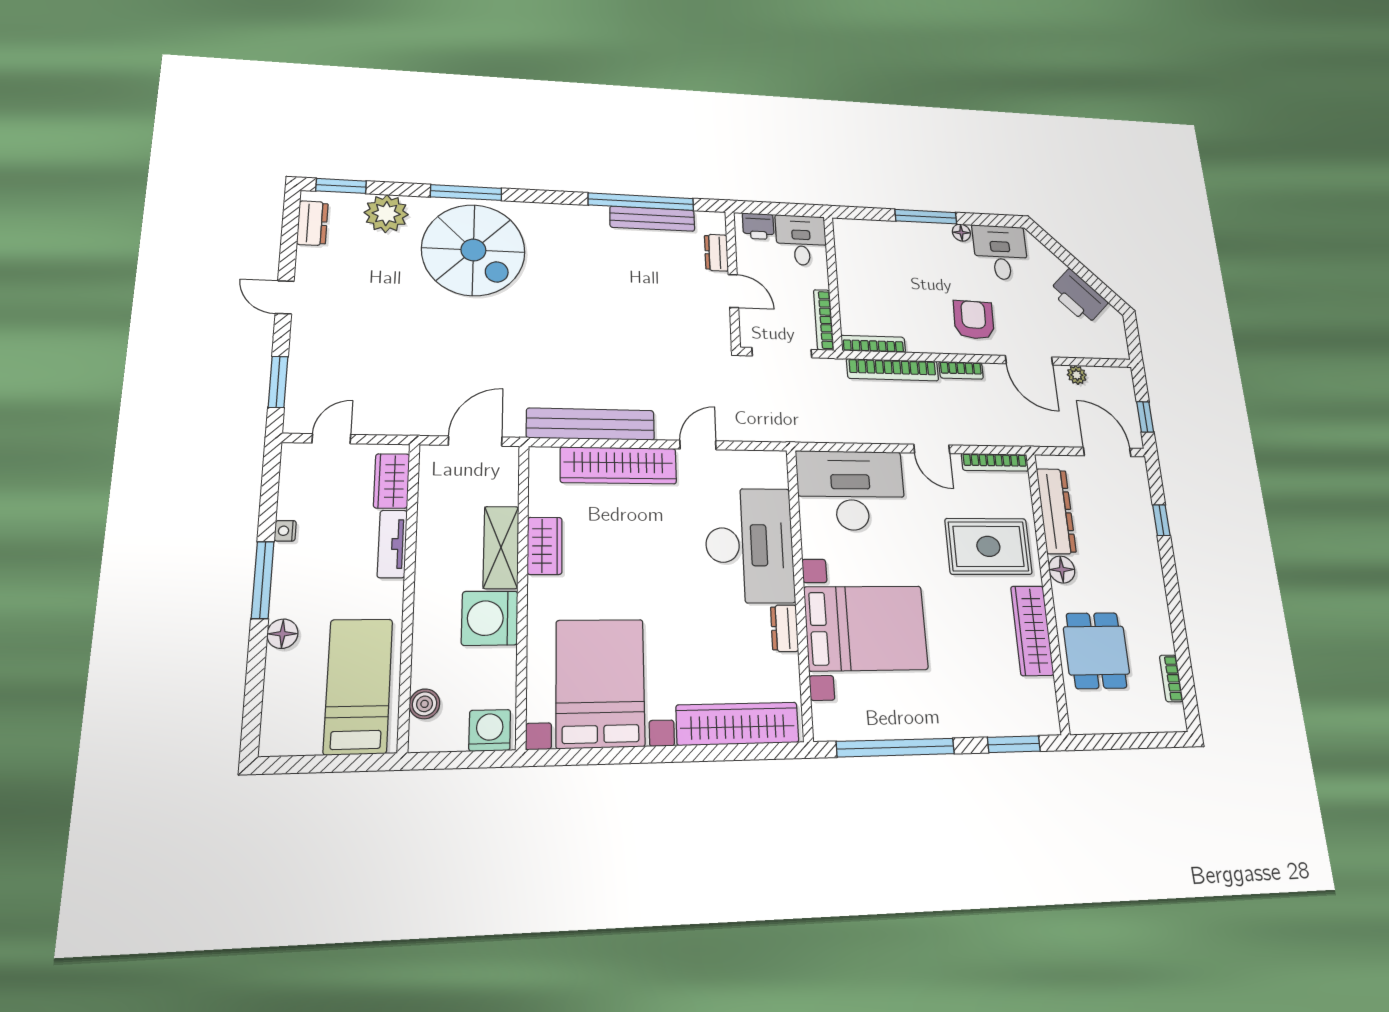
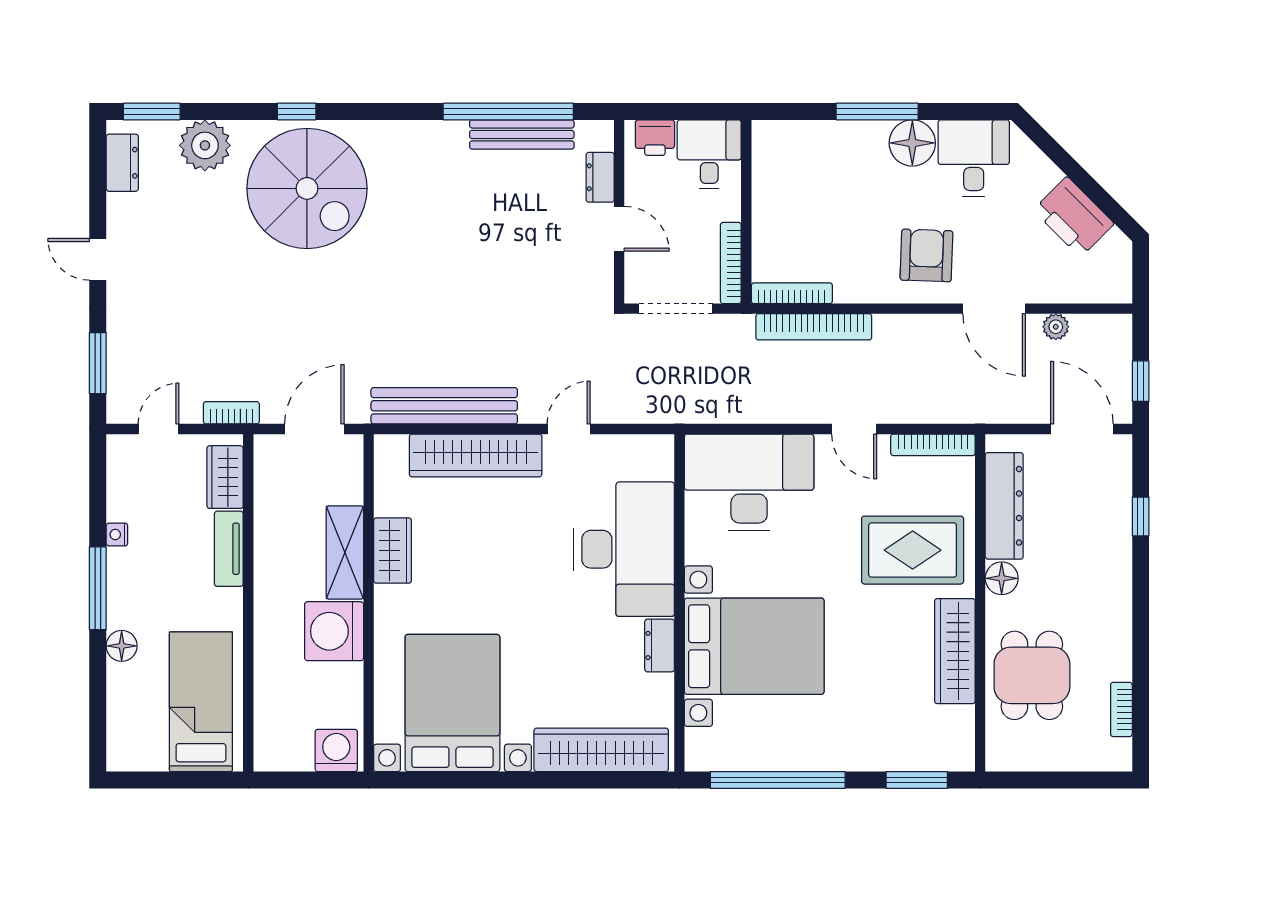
window: (466, 192) -> (297, 111), width x0.46
floor lamp: (961, 233) -> (912, 143), width x1.89, depth x1.89
bookcase: (961, 370) -> (231, 413), moved, turned 180
boiler: (425, 704) -> (269, 722), removed

